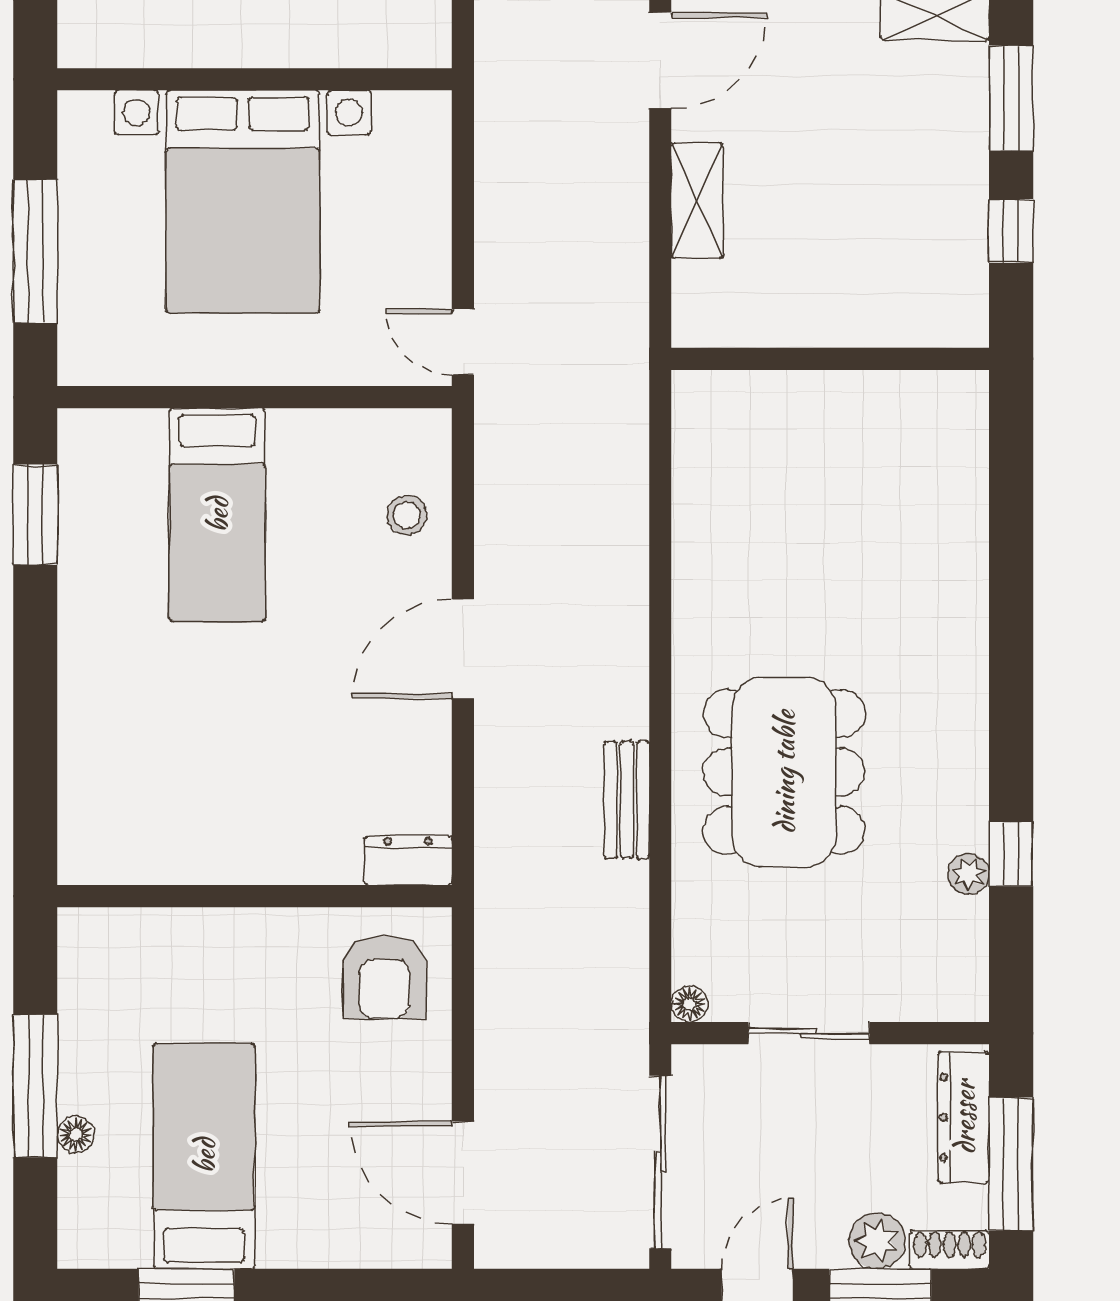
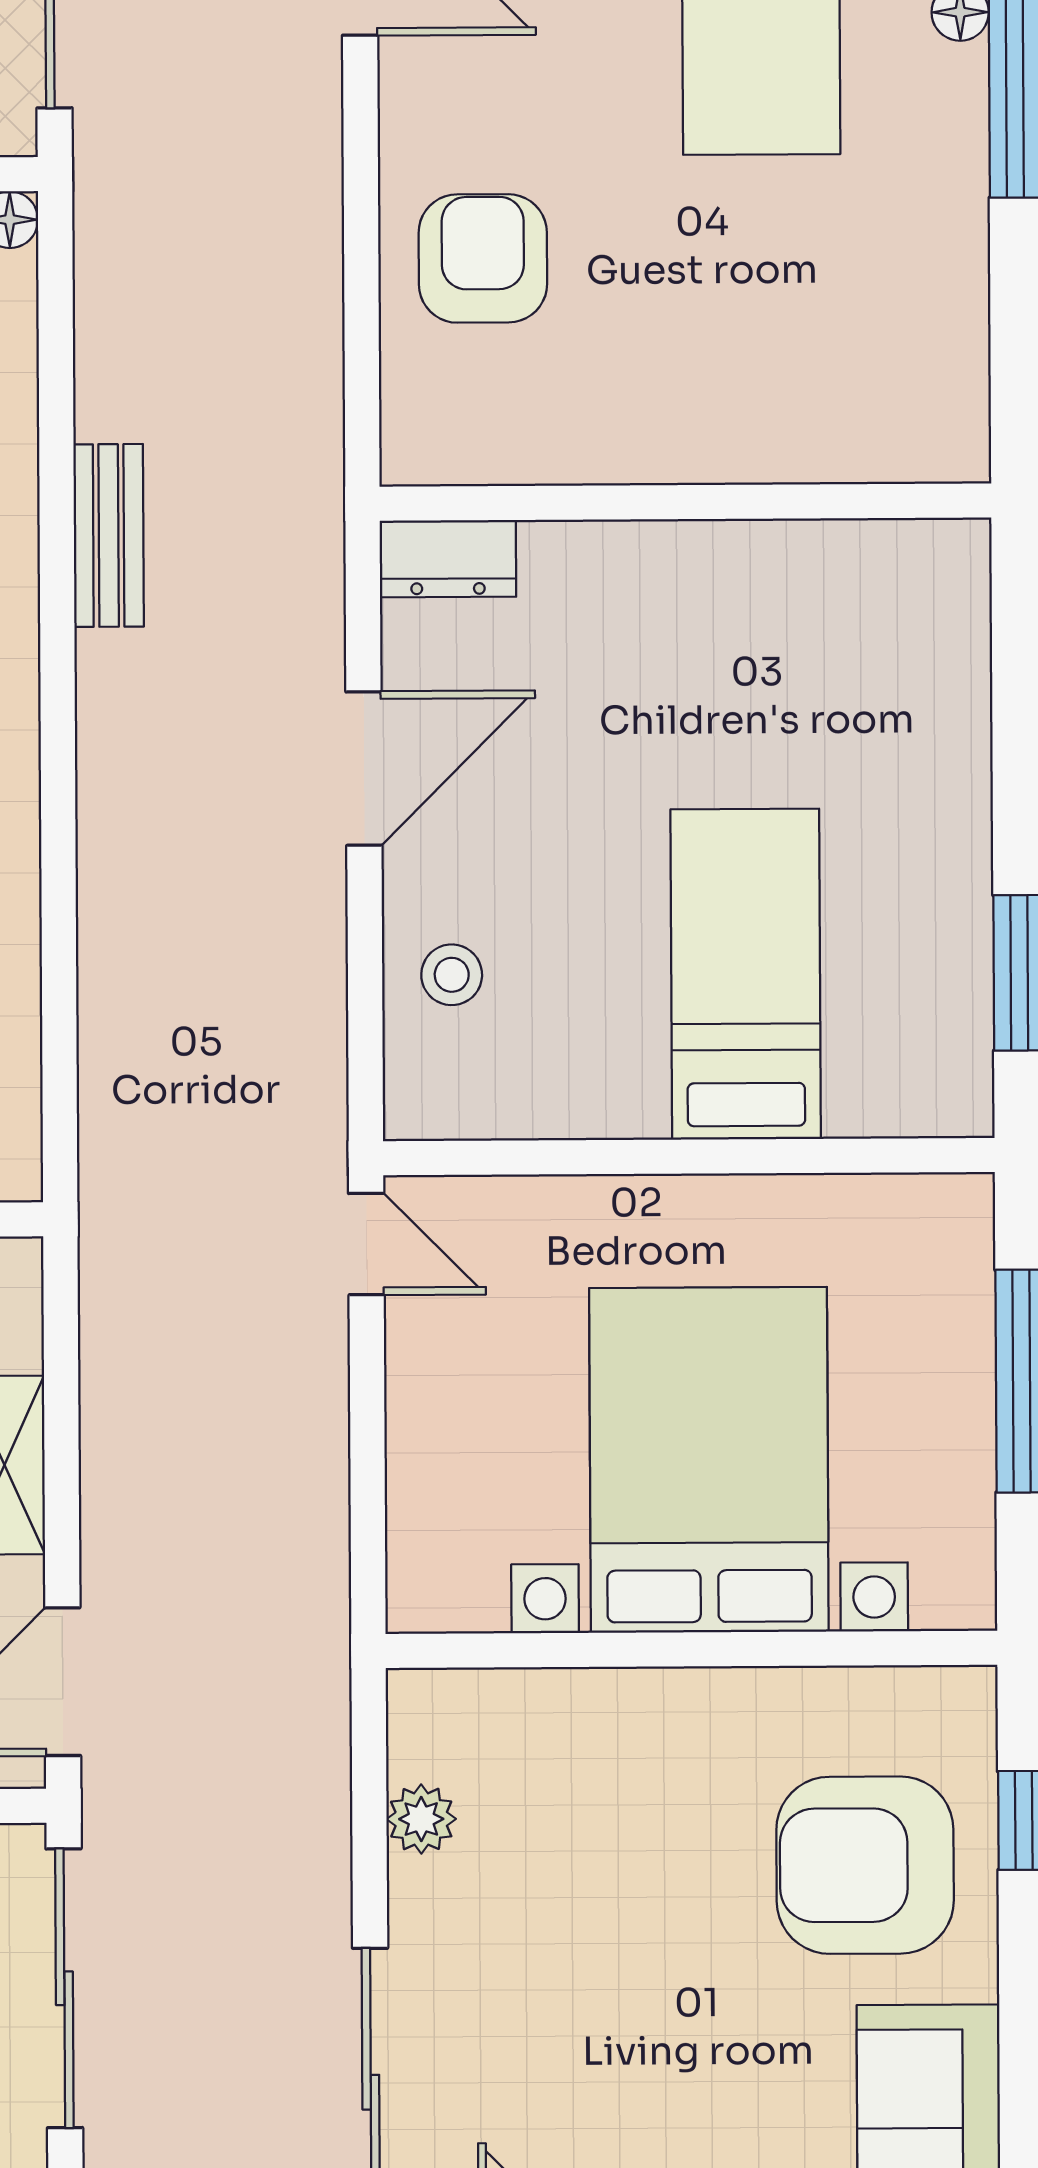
dresser: (408, 860) -> (448, 559), moved
wall: (255, 896) -> (685, 502), moved

